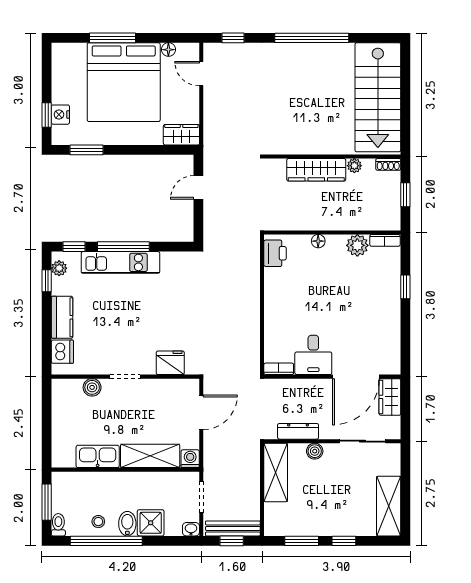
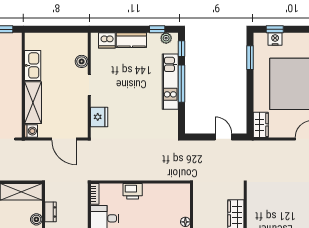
printer: (275, 253) -> (133, 191), moved
dresser: (298, 431) -> (50, 212), width x0.70

